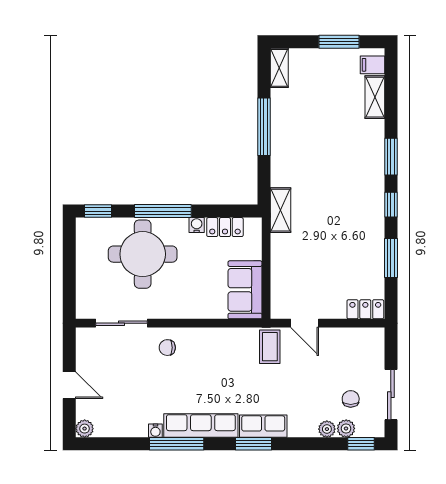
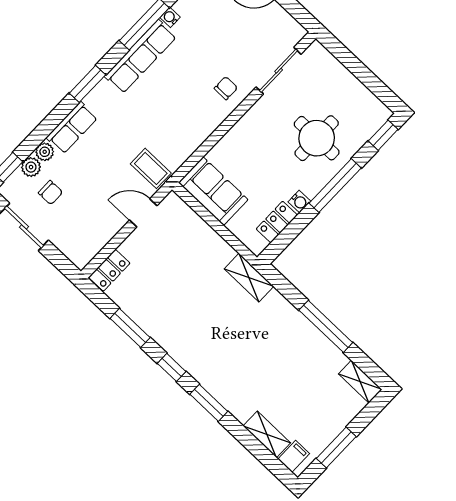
round table: (143, 254) -> (317, 138), width x0.73, depth x0.73
row of seats: (263, 426) -> (72, 128), moved

